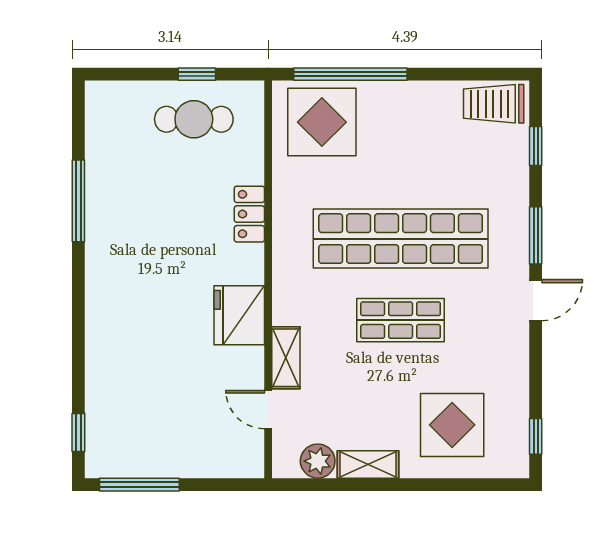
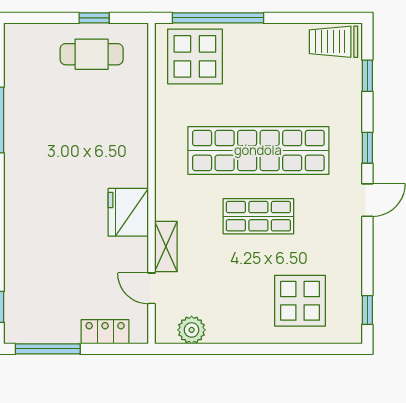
locker: (249, 214) -> (105, 332), moved, turned 90
window: (536, 235) -> (367, 148), width x0.67
shelving: (368, 465) -> (232, 333), removed

